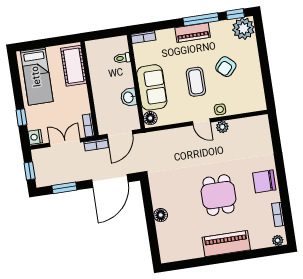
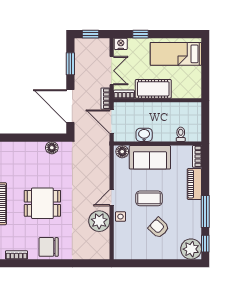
piano: (193, 33) -> (194, 184), moved
cot: (74, 66) -> (153, 89), moved
plant: (222, 127) -> (99, 221), width x1.88, depth x1.88
chair: (264, 181) -> (49, 247), turned -90
floor lamp: (161, 215) -> (52, 148), moved

